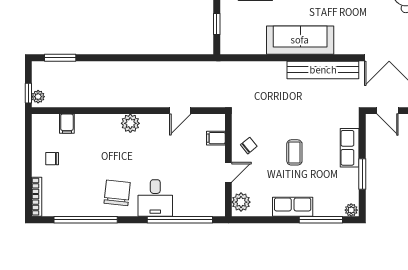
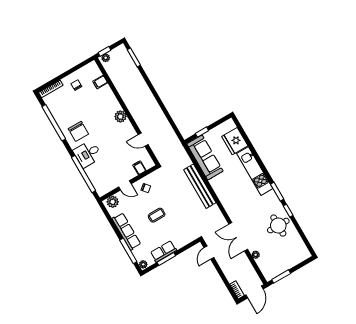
sofa: (300, 40) -> (205, 157), moved
bench: (323, 70) -> (200, 186), moved
row of seats: (350, 148) -> (163, 251), moved
chair: (117, 193) -> (78, 131), turned 84
row of seats: (293, 207) -> (126, 231), width x1.48

